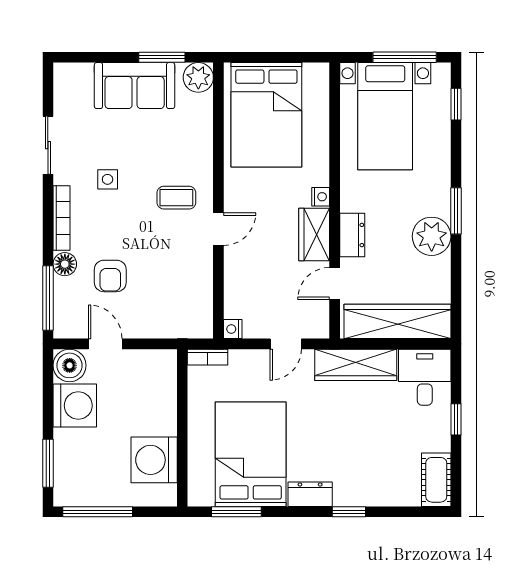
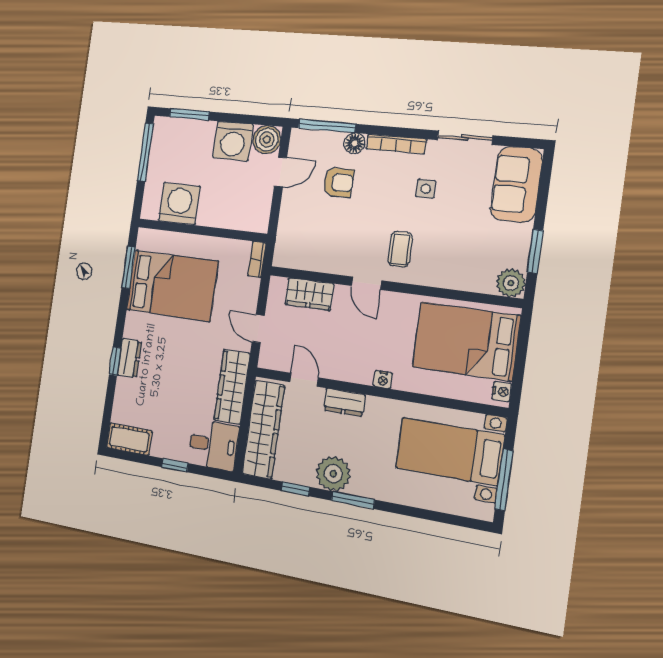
sofa: (135, 86) -> (516, 184), moved
window: (456, 104) -> (296, 489), moved
wardrobe: (314, 234) -> (309, 294), moved, turned 180
armchair: (110, 276) -> (338, 182), turned 180
nightstand: (233, 329) -> (502, 392), moved, turned 90
dresser: (310, 494) -> (129, 358), moved

